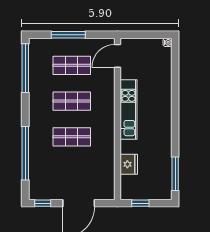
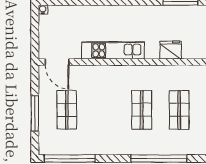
shop shelf: (72, 101) -> (179, 110), moved

